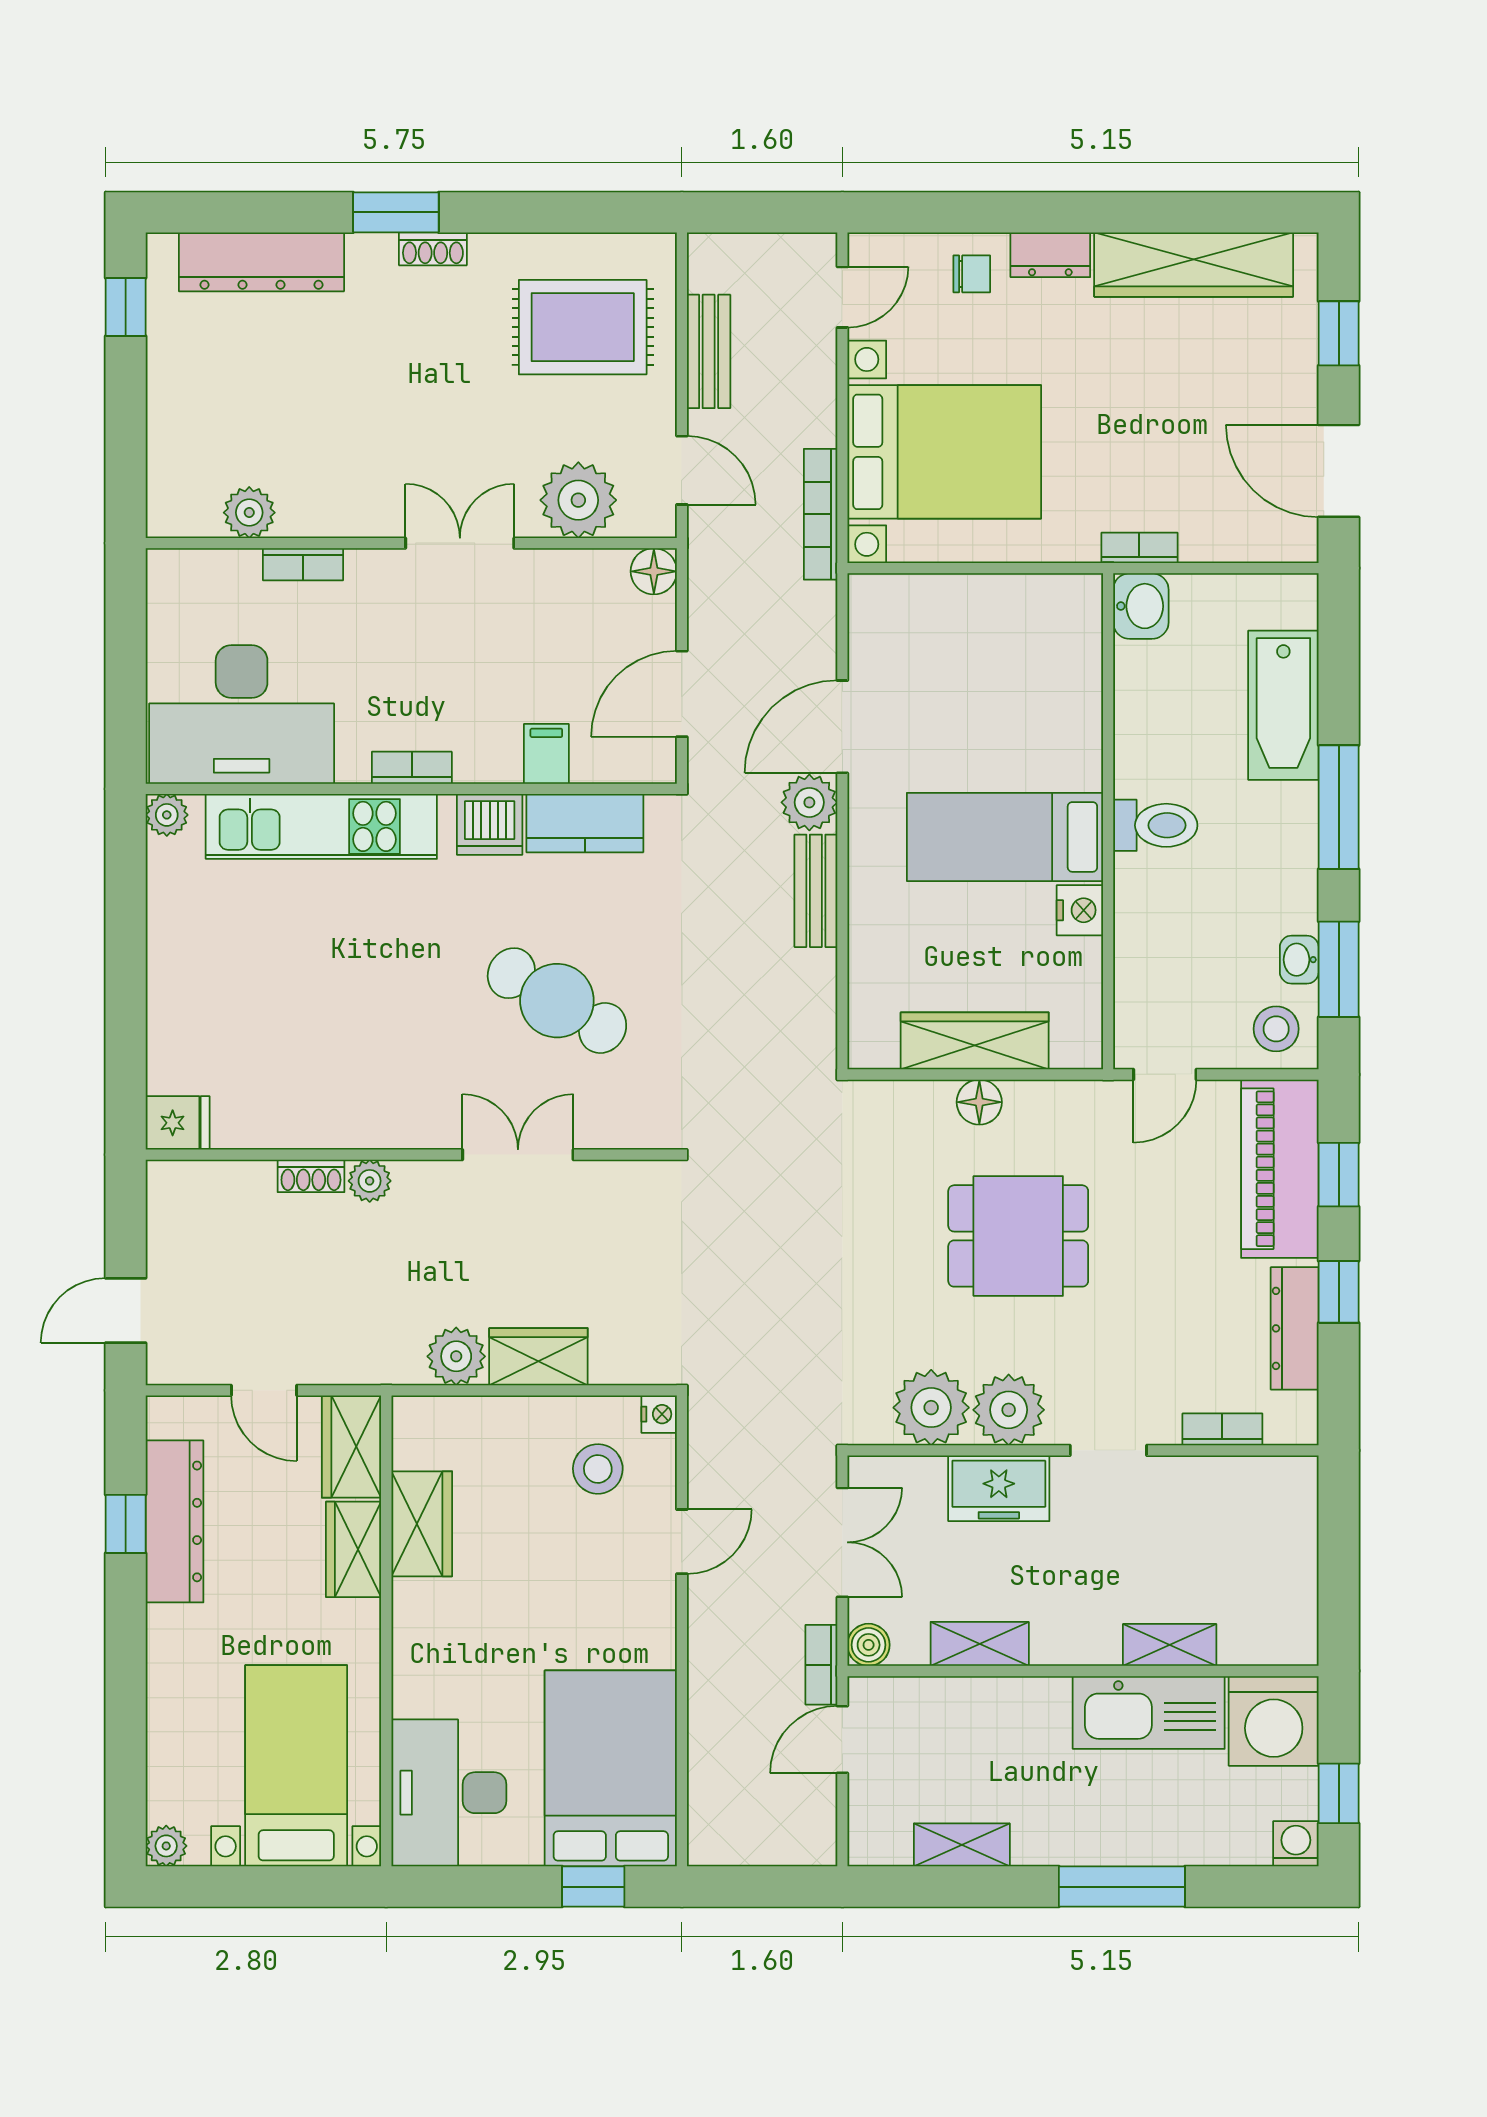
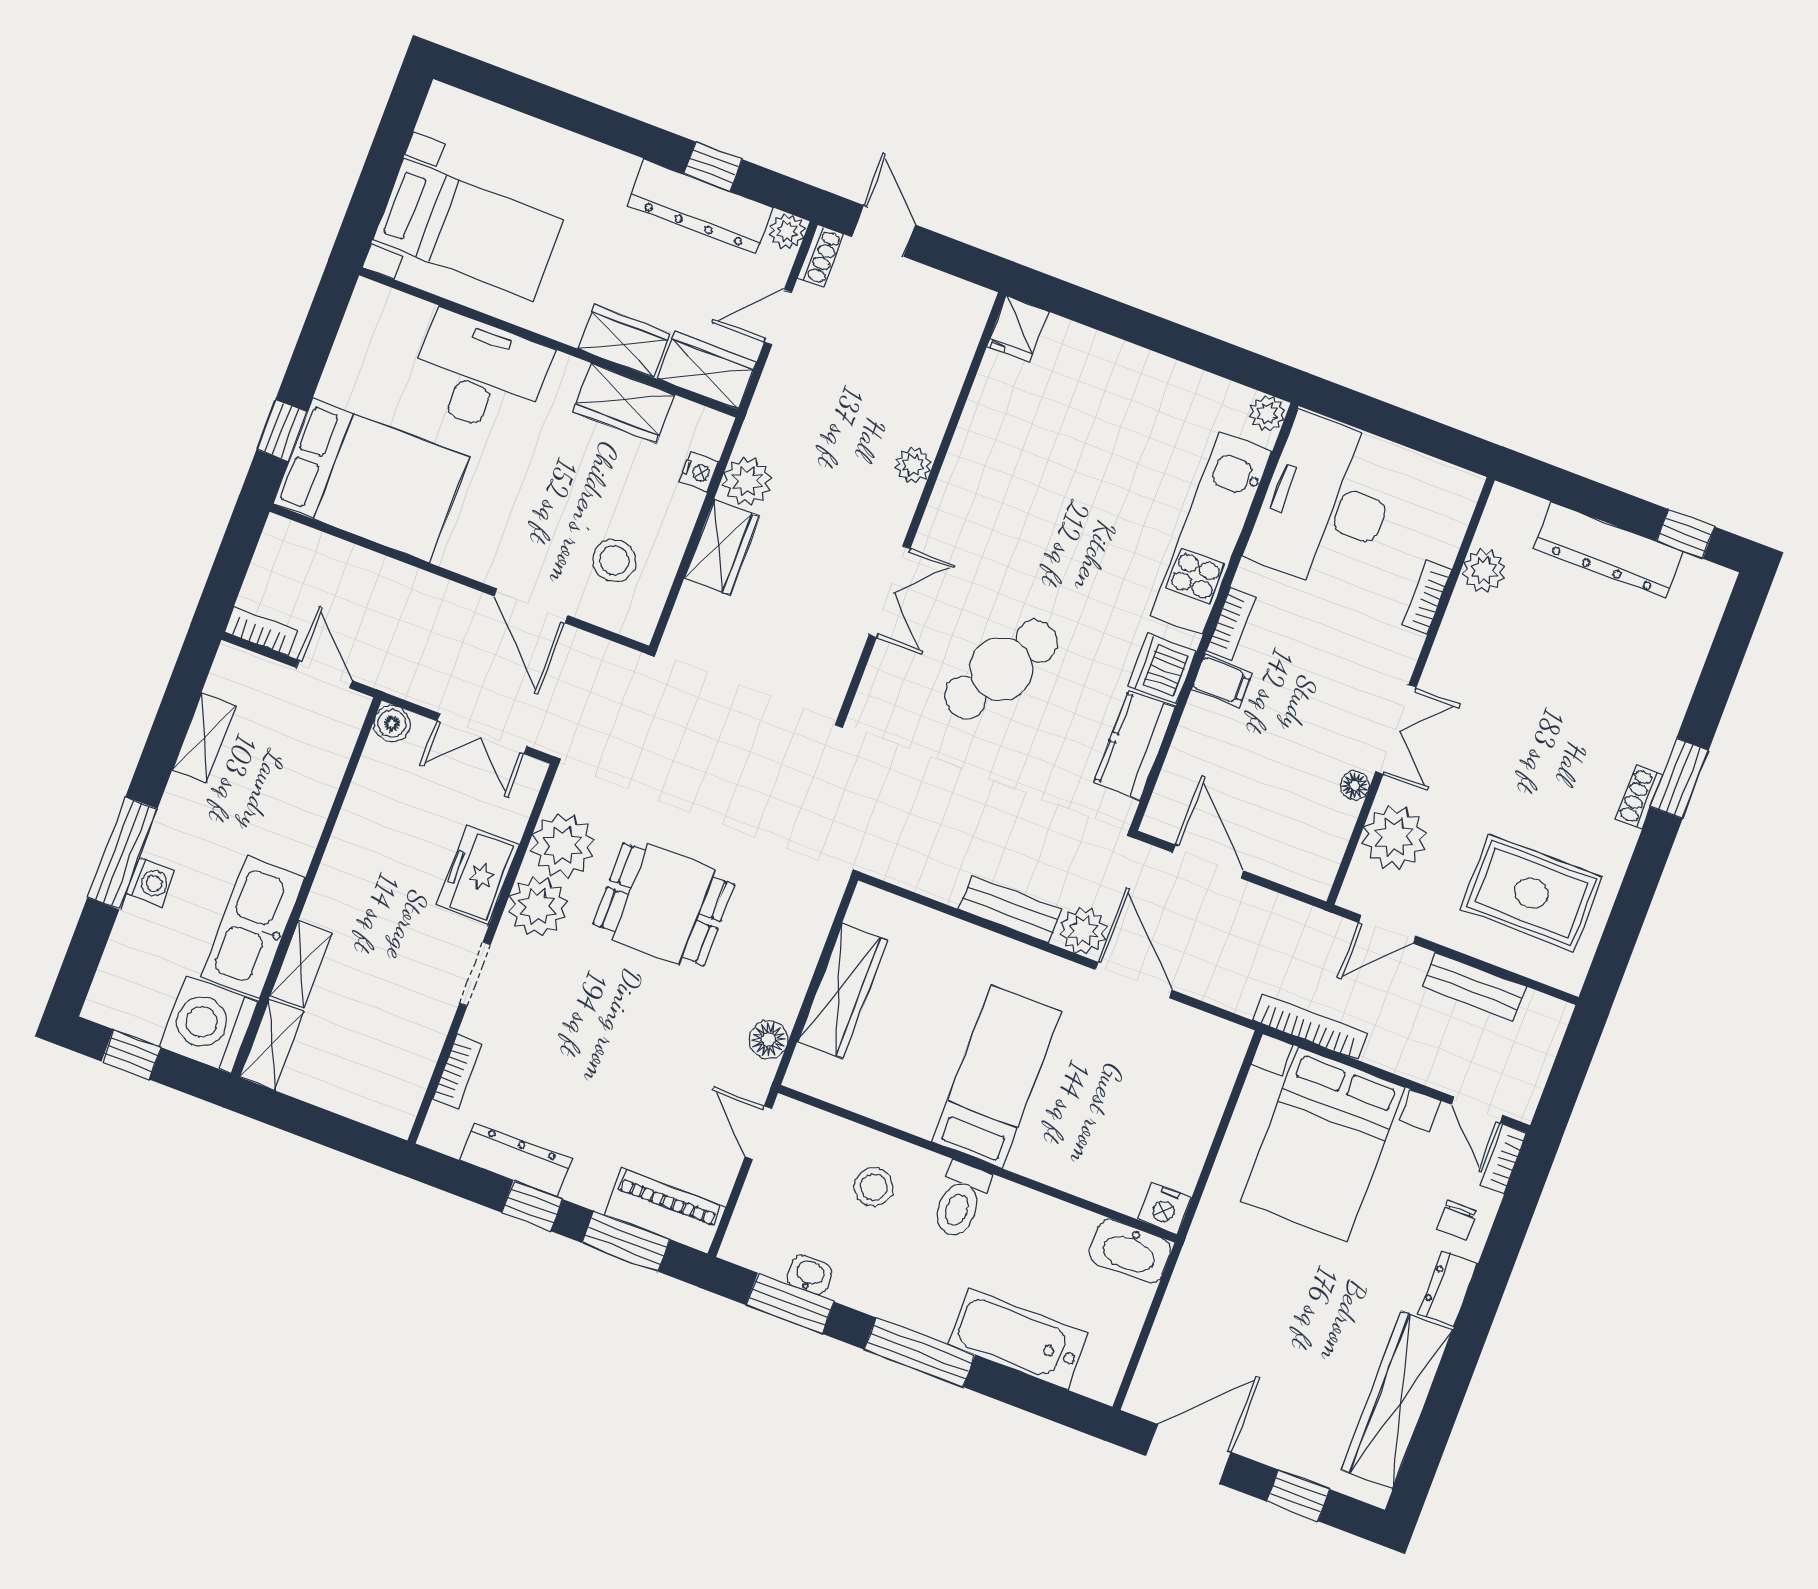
dresser: (261, 262) -> (1608, 550), moved, turned -90
rug: (583, 327) -> (1531, 893), turned 90
bookcase: (1139, 548) -> (1503, 1159), moved, turned 180
floor lamp: (654, 571) -> (1355, 786), moved, width x0.73, depth x0.73
washbasin: (1141, 606) -> (1130, 1251), width x1.38
filing cabinet: (546, 754) -> (1222, 681), moved
nightstand: (1080, 910) -> (1164, 1209), moved
stool: (1276, 1029) -> (874, 1187), moved
floor lamp: (979, 1102) -> (768, 1040), moved
piano: (1280, 1169) -> (664, 1211), width x0.73, depth x0.75
window: (1339, 1175) -> (626, 1241), width x1.50
shoe rack: (311, 1176) -> (821, 256), moved, turned 180
dining table: (1018, 1236) -> (664, 904), moved, turned 90
nightstand: (659, 1414) -> (699, 472), moved, turned -90
door: (682, 1542) -> (531, 606), width x1.38
shelving: (980, 1644) -> (272, 1044), moved
bookcase: (821, 1665) -> (261, 631), moved
desk: (449, 1793) -> (479, 373), moved
washing machine: (1296, 1844) -> (150, 882), moved
plant: (166, 1846) -> (787, 231), moved

